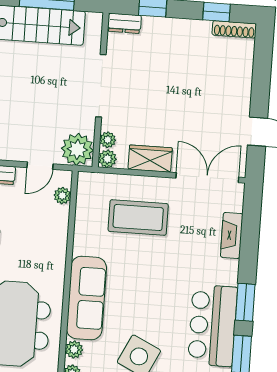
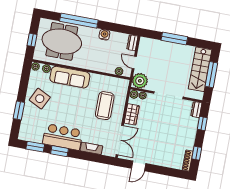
bar counter: (213, 326) -> (63, 137), moved

